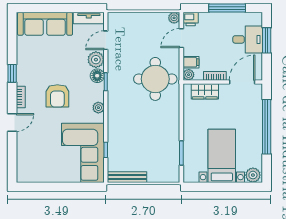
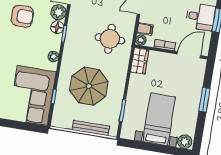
round table: (155, 79) -> (110, 39), width x0.73, depth x0.73
wardrobe: (205, 91) -> (140, 61), moved, turned -90
armchair: (57, 96) -> (22, 16), moved, turned -90
window: (267, 127) -> (204, 100), width x0.47
parasol: (141, 133) -> (89, 86), added
bench: (127, 177) -> (91, 128), moved

